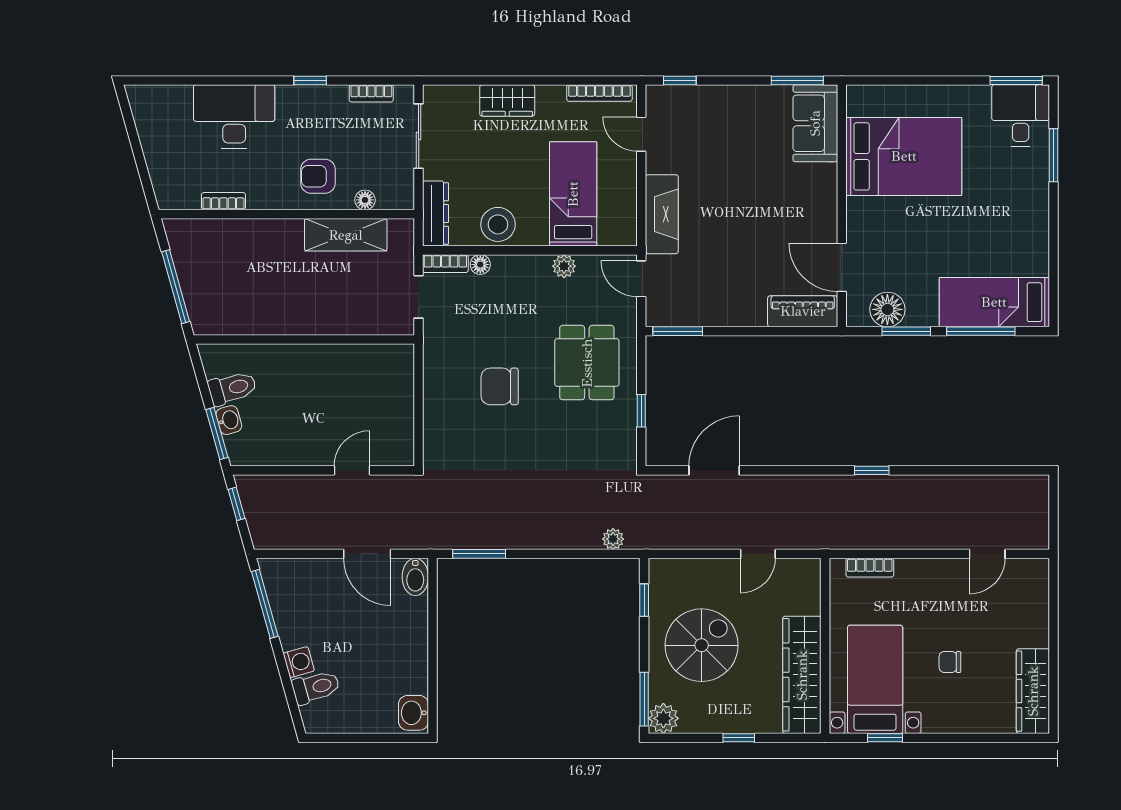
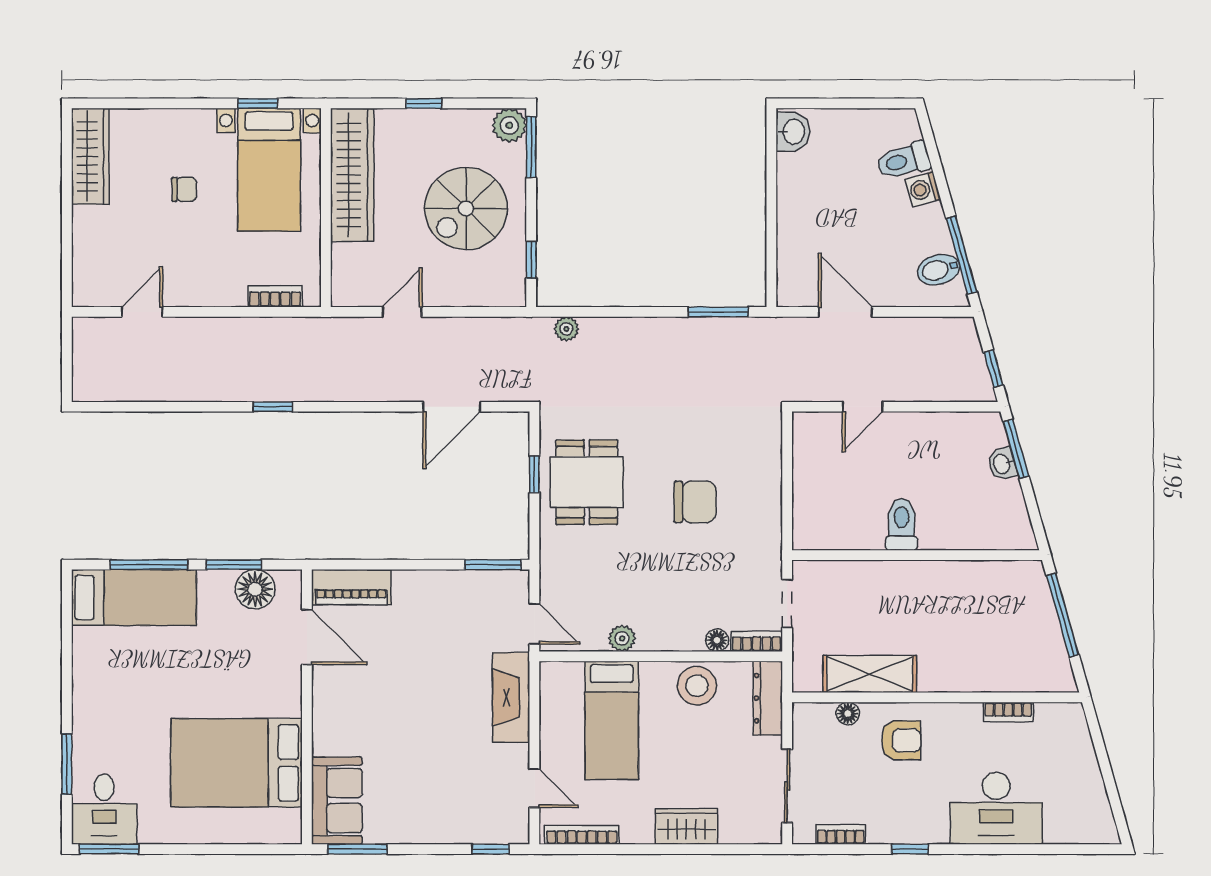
dining table: (587, 363) -> (587, 482), moved
toilet: (232, 388) -> (902, 524), moved, turned 106
bidet: (415, 577) -> (939, 270), moved, turned -106

